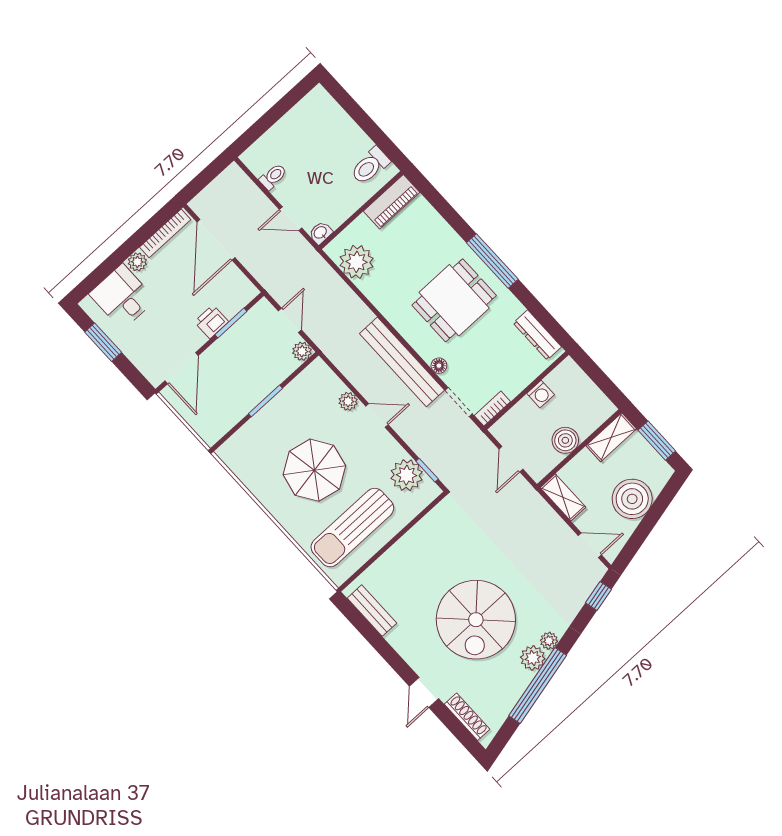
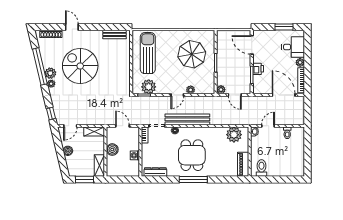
parasol: (314, 470) -> (192, 54), moved
boiler: (632, 499) -> (68, 151), width x0.54, depth x0.54

